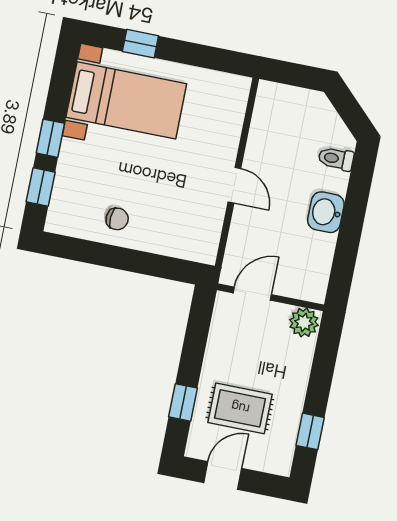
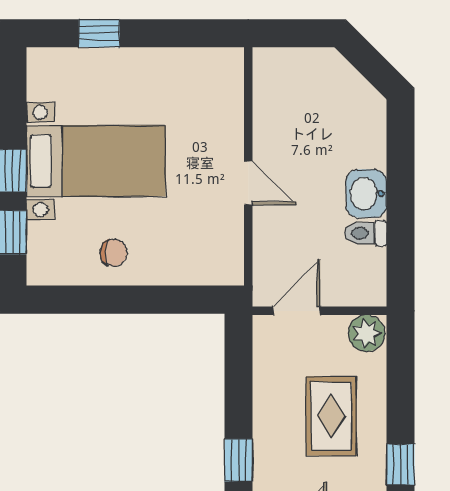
bed with nightstands: (126, 100) -> (96, 161), moved
toilet: (336, 159) -> (366, 233), moved
rug: (240, 408) -> (331, 416), moved, turned 90

